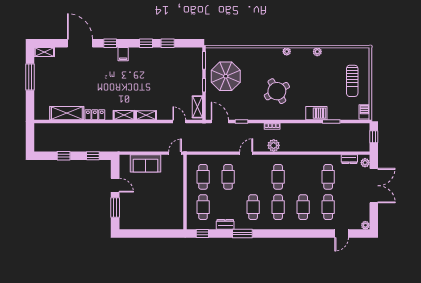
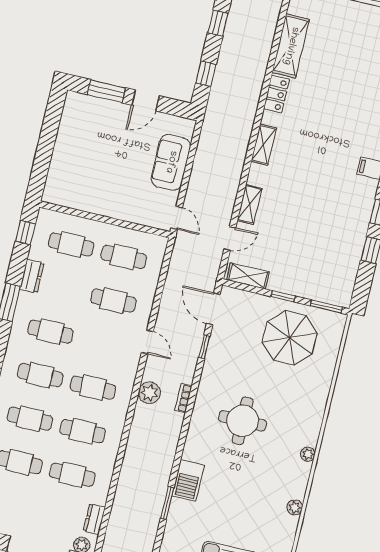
round table: (277, 91) -> (243, 421), turned 30
shelving: (146, 115) -> (249, 204), moved
door: (220, 122) -> (213, 309), swing flipped
cafe table: (303, 177) -> (83, 431), added

